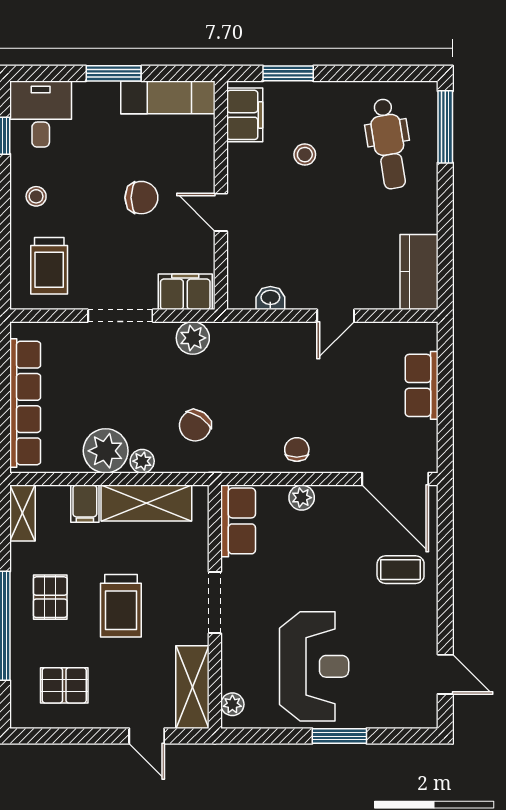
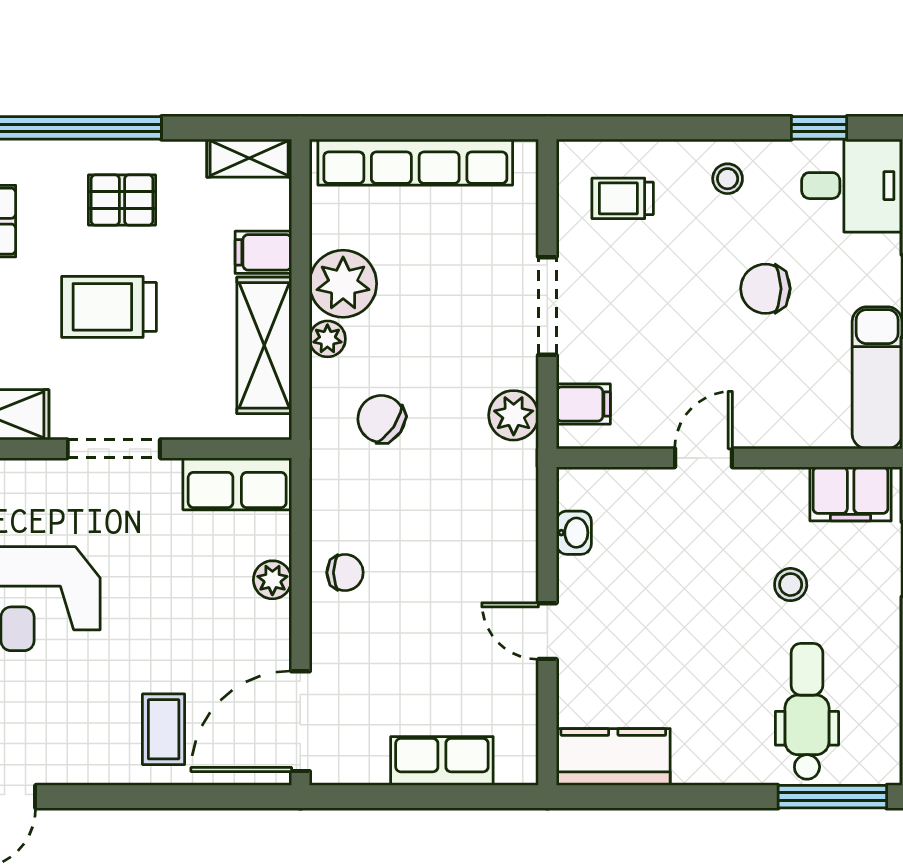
dental chair: (389, 144) -> (807, 711), turned 99
chair: (141, 198) -> (765, 289), moved, turned 90
trolley: (49, 266) -> (623, 198), width x0.73, depth x0.72
filing cabinet: (185, 292) -> (583, 404), width x0.50

